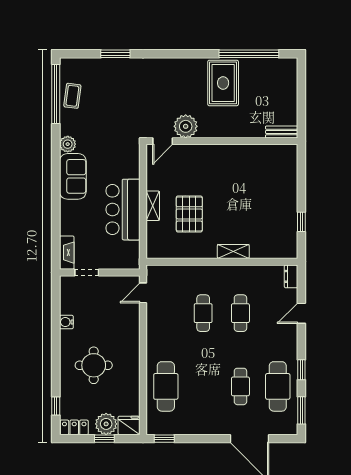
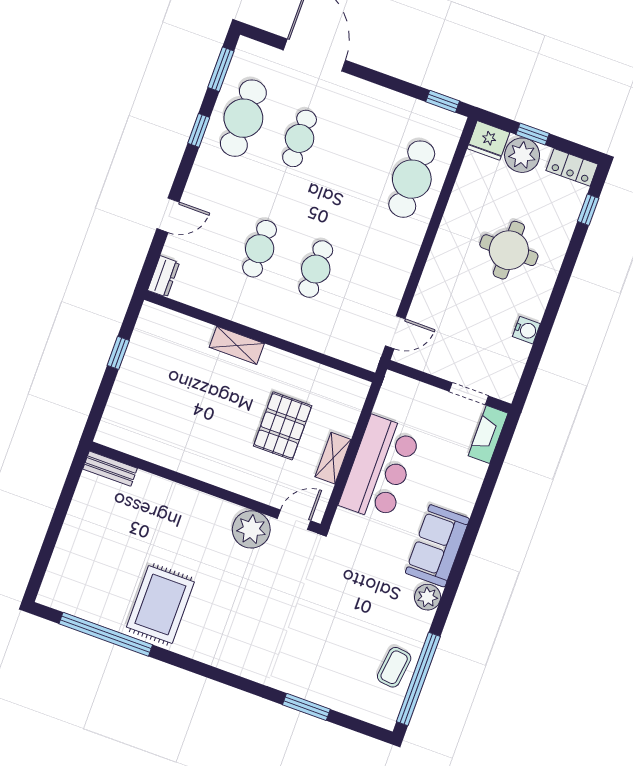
plant: (186, 126) -> (251, 529), moved
bench: (282, 132) -> (110, 469), moved
door: (163, 141) -> (294, 520), moved
wall: (222, 141) -> (205, 487), moved

